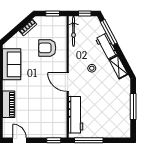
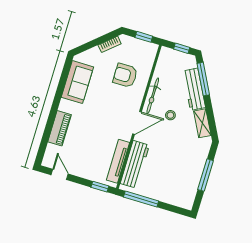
bicycle: (74, 31) -> (153, 96), moved
workbench: (106, 46) -> (194, 89), width x1.38
door: (68, 82) -> (137, 123), swing flipped
tv unit: (62, 116) -> (118, 161), added

